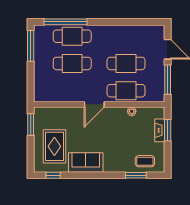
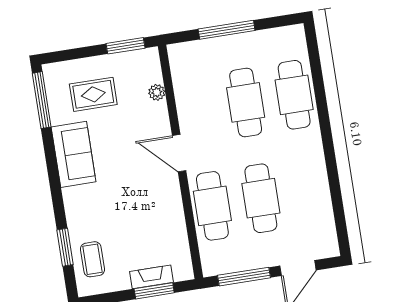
window: (66, 22) -> (318, 79), removed
window: (31, 46) -> (227, 30), moved
plant: (132, 111) -> (157, 92), moved
rug: (54, 146) -> (93, 94), width x0.73, depth x0.70
window: (53, 175) -> (42, 100), width x2.17

